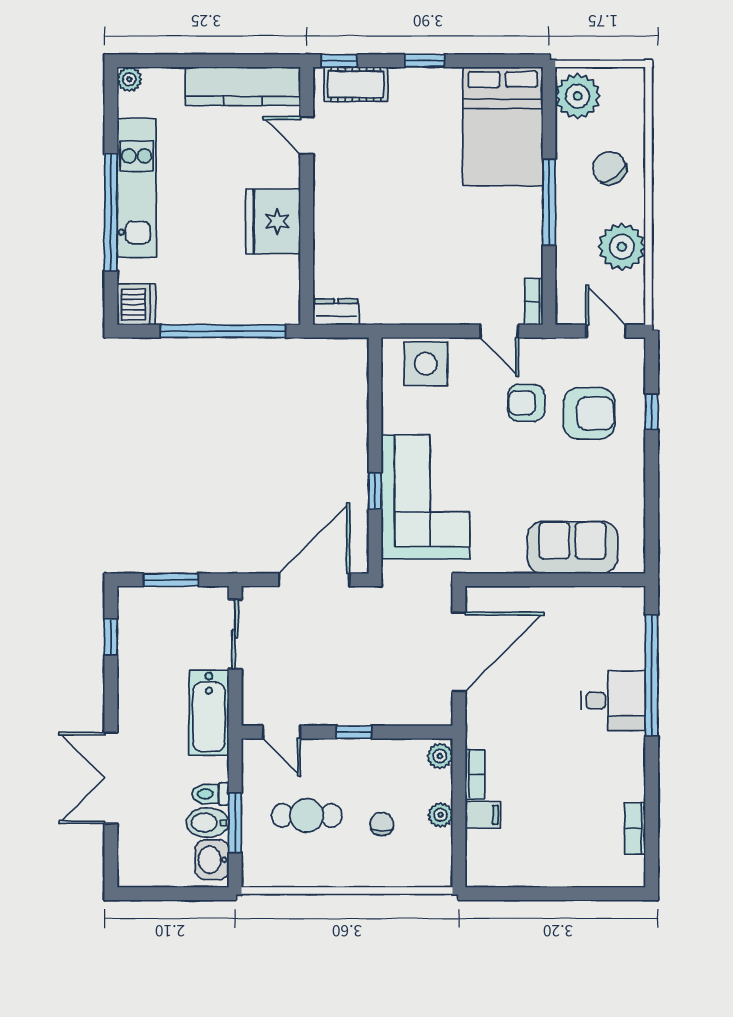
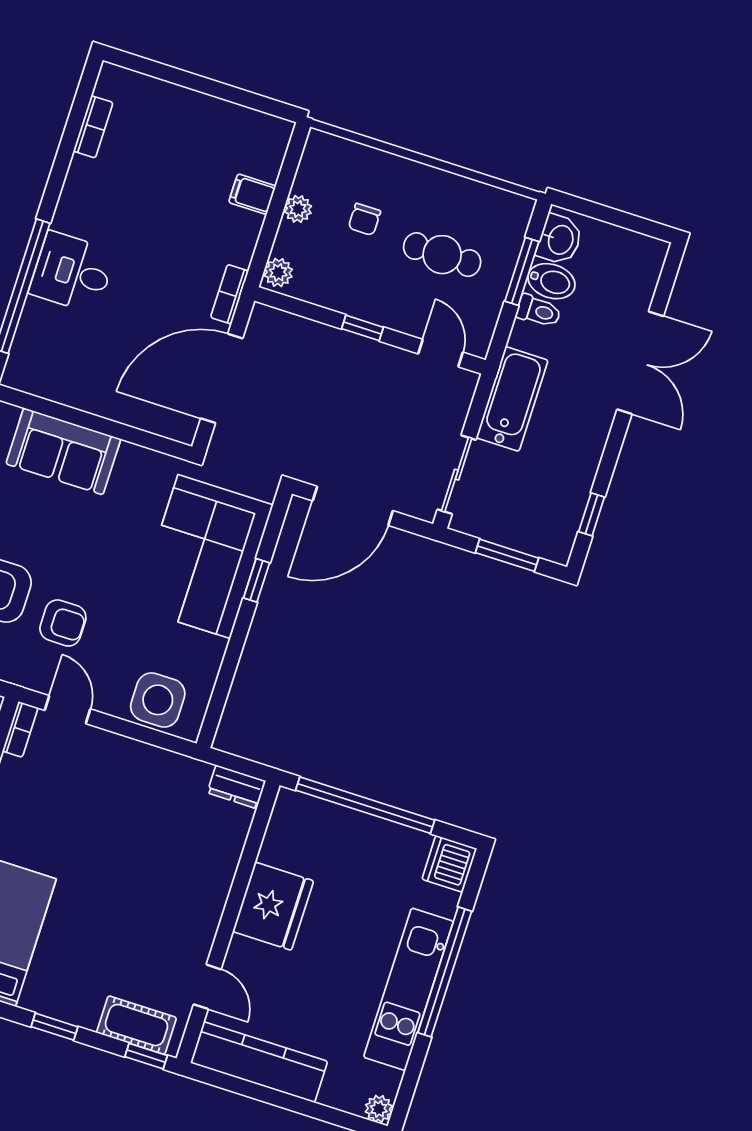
bookcase: (475, 774) -> (230, 294), moved

